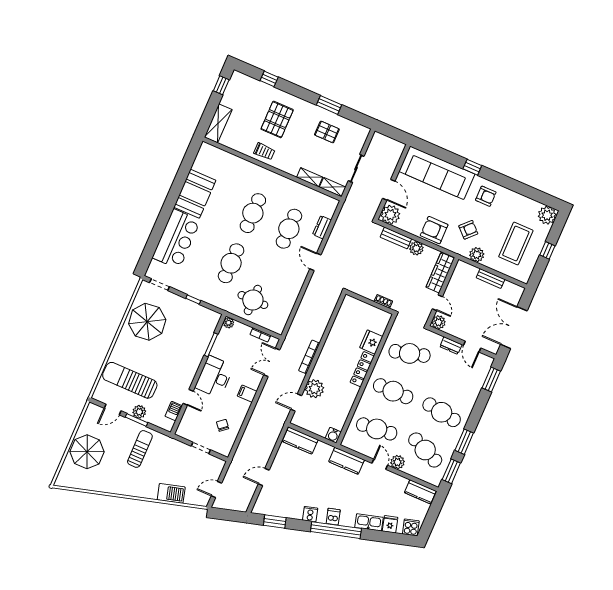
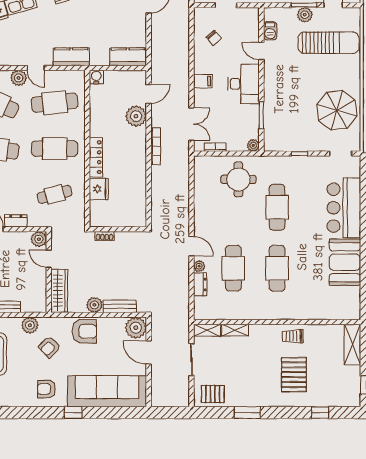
pallet: (327, 132) -> (213, 394), moved
plant: (316, 243) -> (199, 266), added
cafe table: (410, 353) -> (55, 194), width x0.73, depth x0.74

